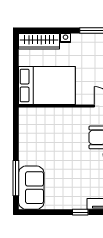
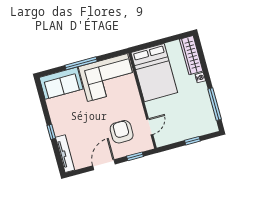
corner sofa: (39, 137) -> (107, 78), added
window: (16, 178) -> (81, 63), moved

